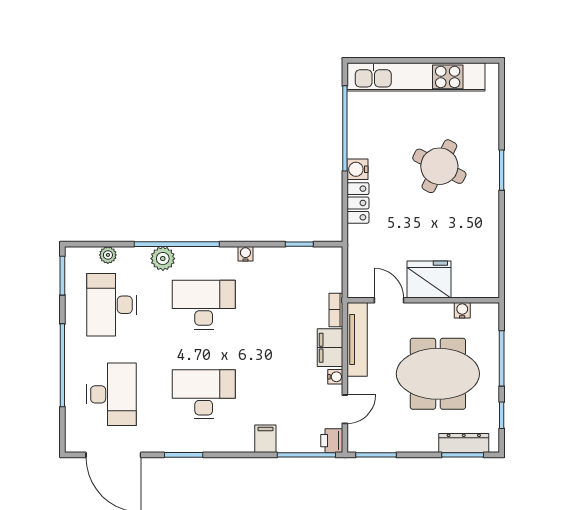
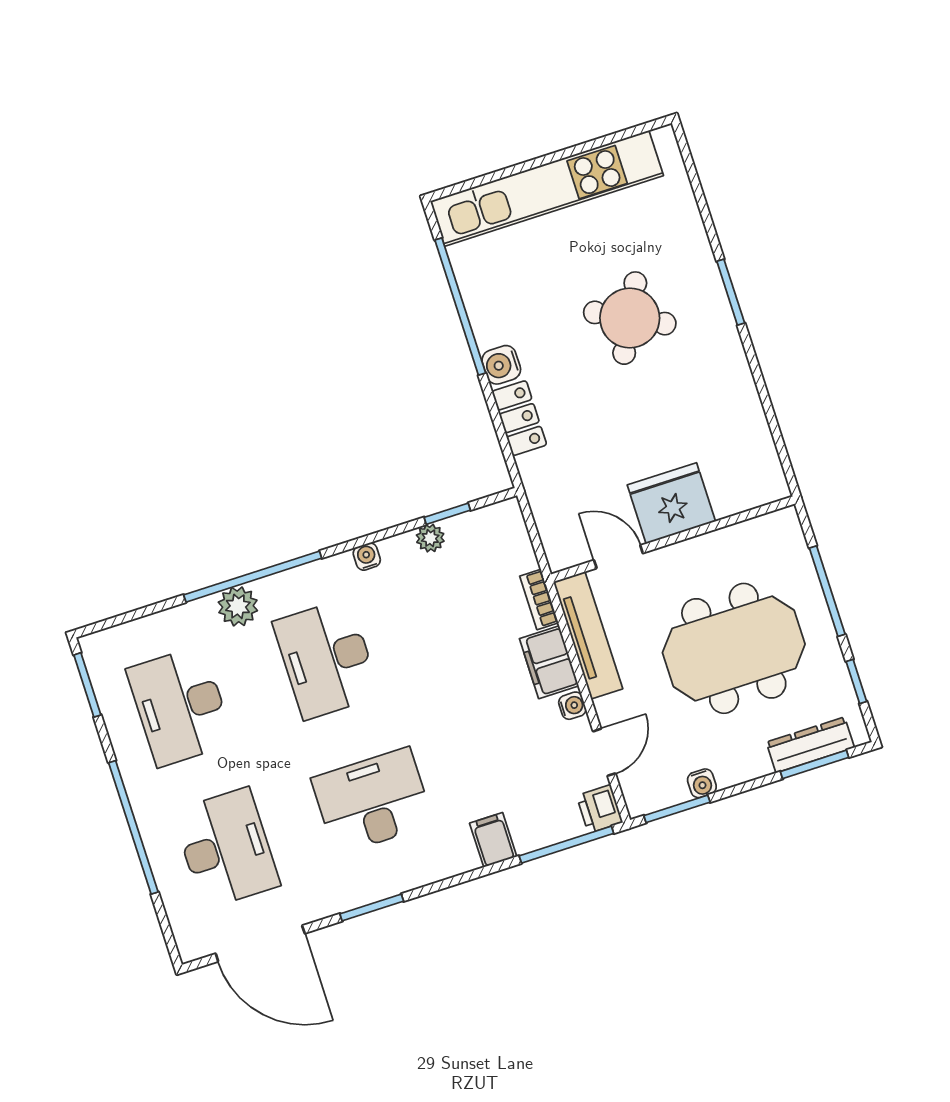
plant: (108, 255) -> (430, 538), moved
desk: (204, 305) -> (327, 659), turned -90
water cooler: (462, 310) -> (702, 783), moved, turned 180

